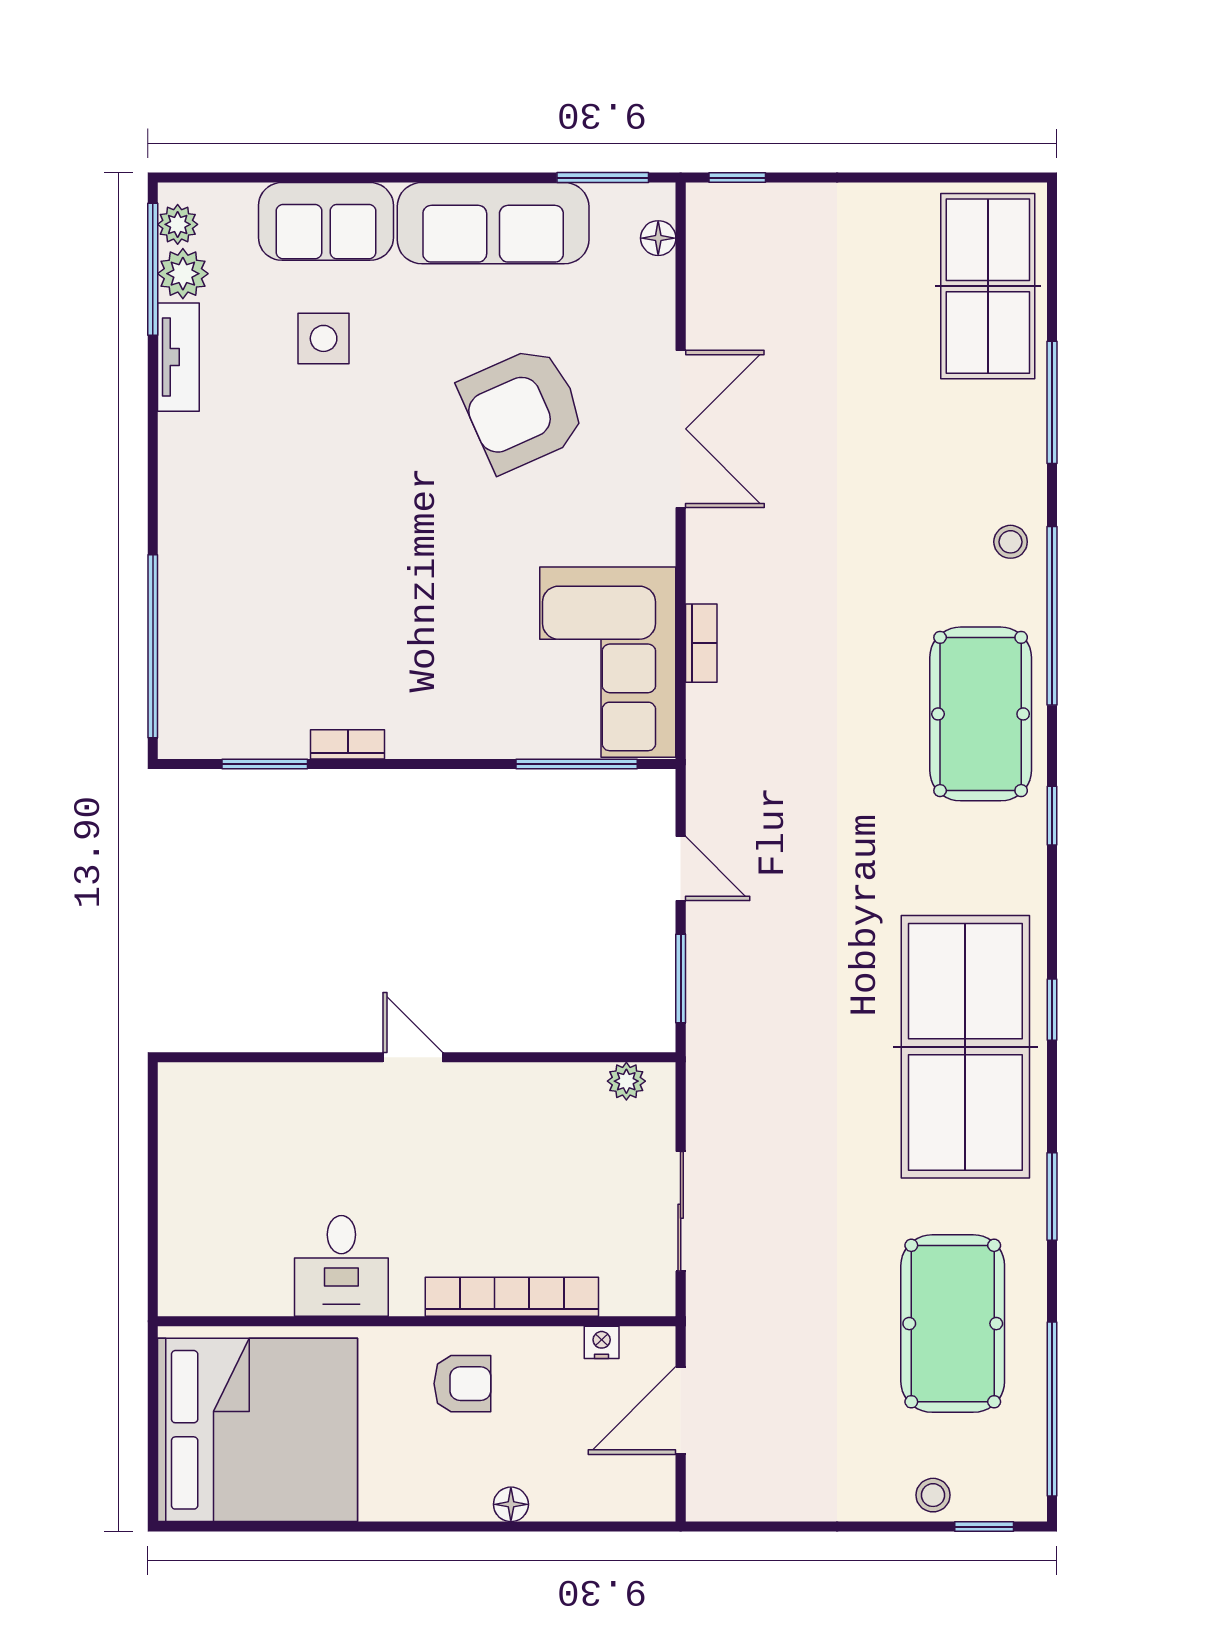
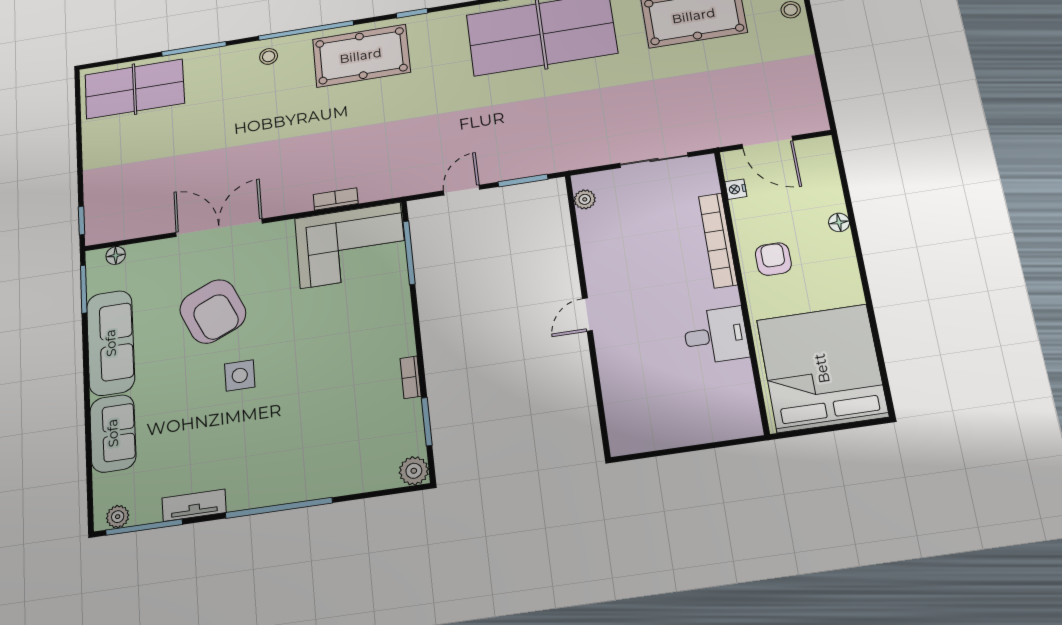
plant: (183, 274) -> (414, 471), moved
side table: (324, 338) -> (240, 375), moved
window: (153, 646) -> (279, 508), moved

